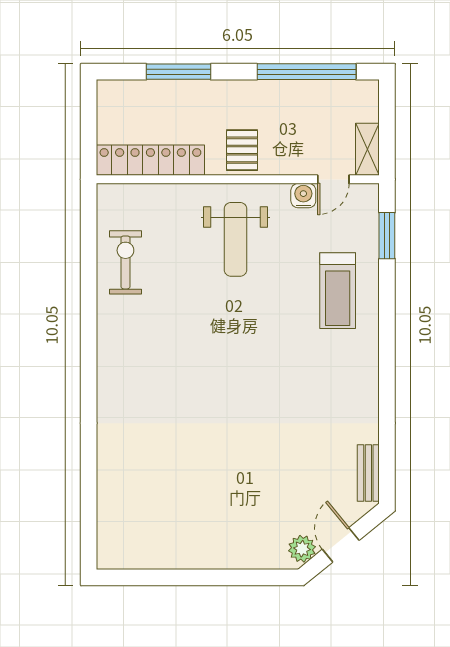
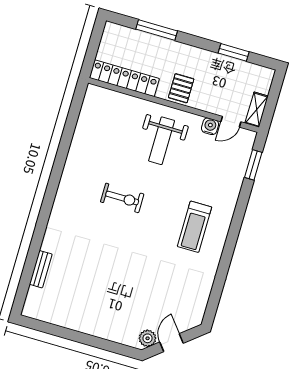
window: (307, 72) -> (234, 52), width x0.47
exercise bike: (125, 262) -> (122, 198), moved, turned 90
treadmill: (338, 291) -> (195, 227), moved
bench: (368, 473) -> (41, 269), moved

